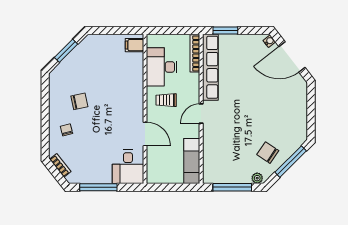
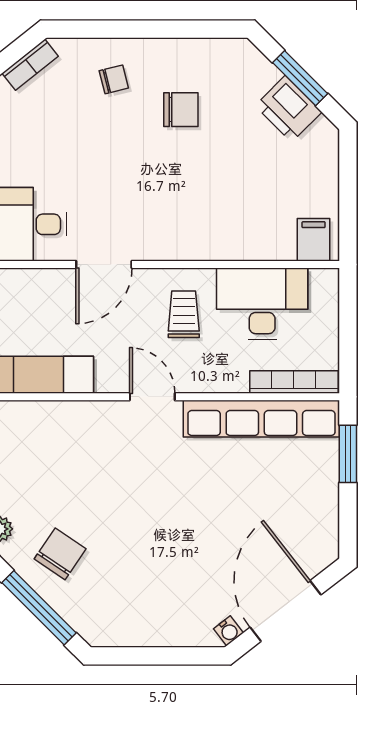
water cooler: (269, 41) -> (228, 631), moved
printer: (79, 56) -> (288, 109), added
chair: (79, 101) -> (181, 110), turned -78

